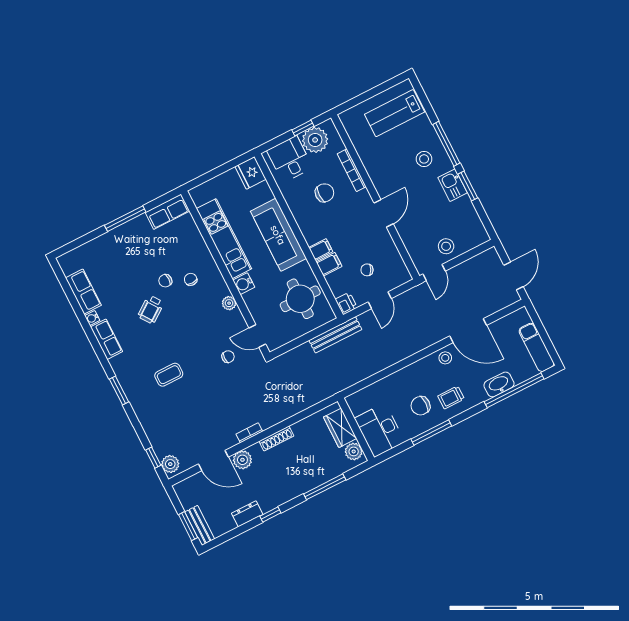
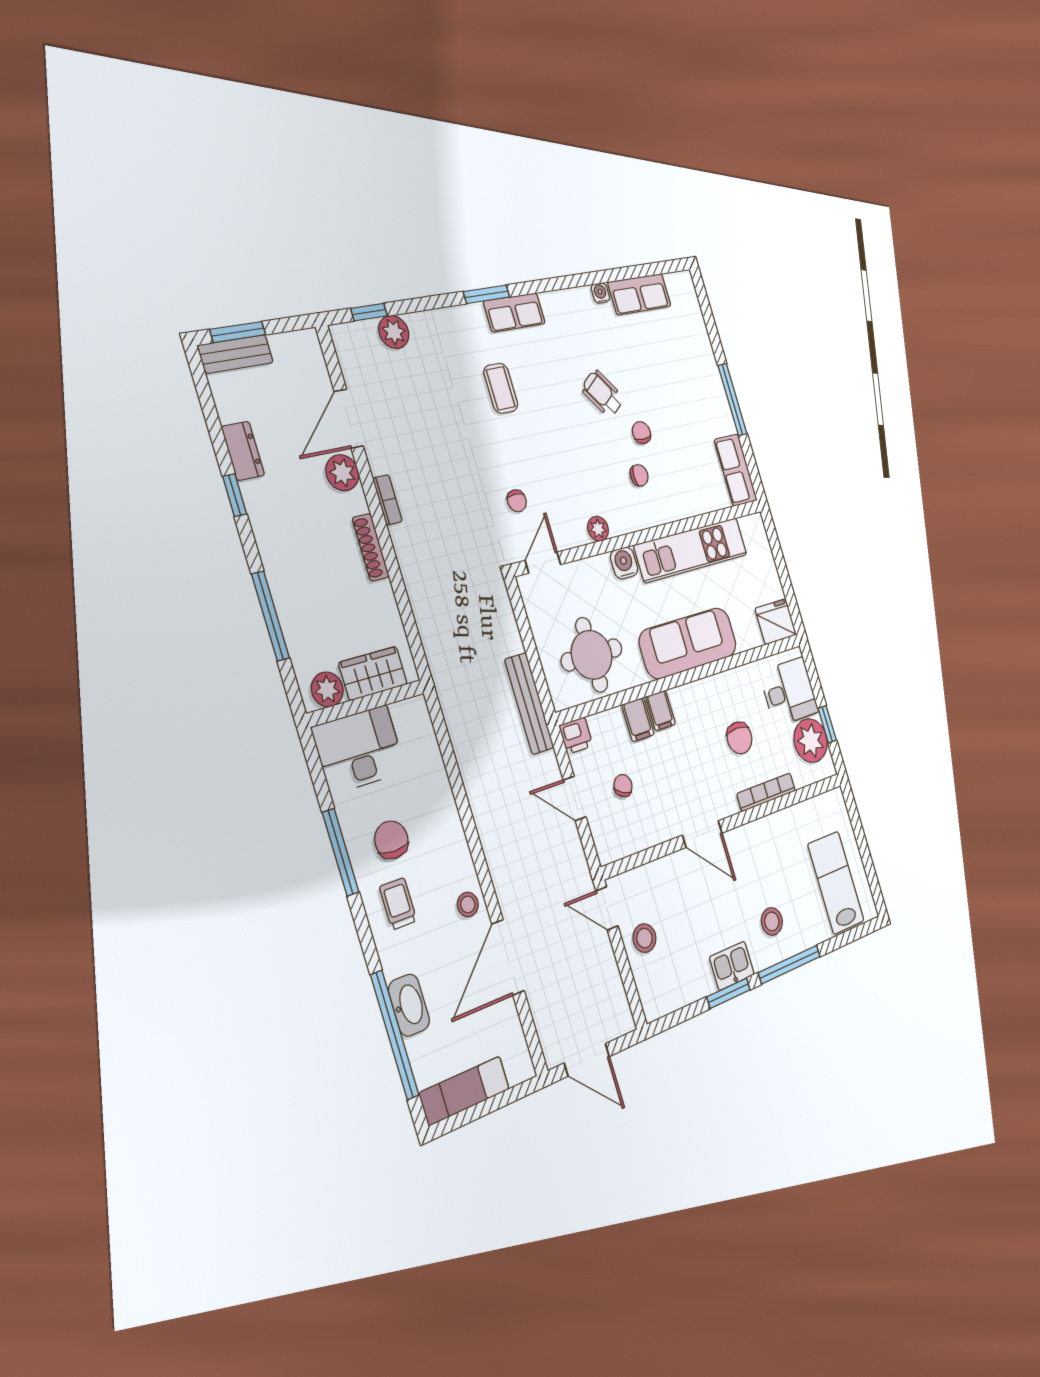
row of seats: (107, 339) -> (514, 312), moved
plant: (170, 464) -> (394, 332), moved

